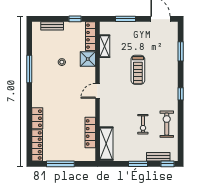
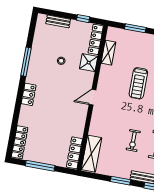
locker: (37, 118) -> (29, 94), moved
locker: (90, 132) -> (74, 153), moved

